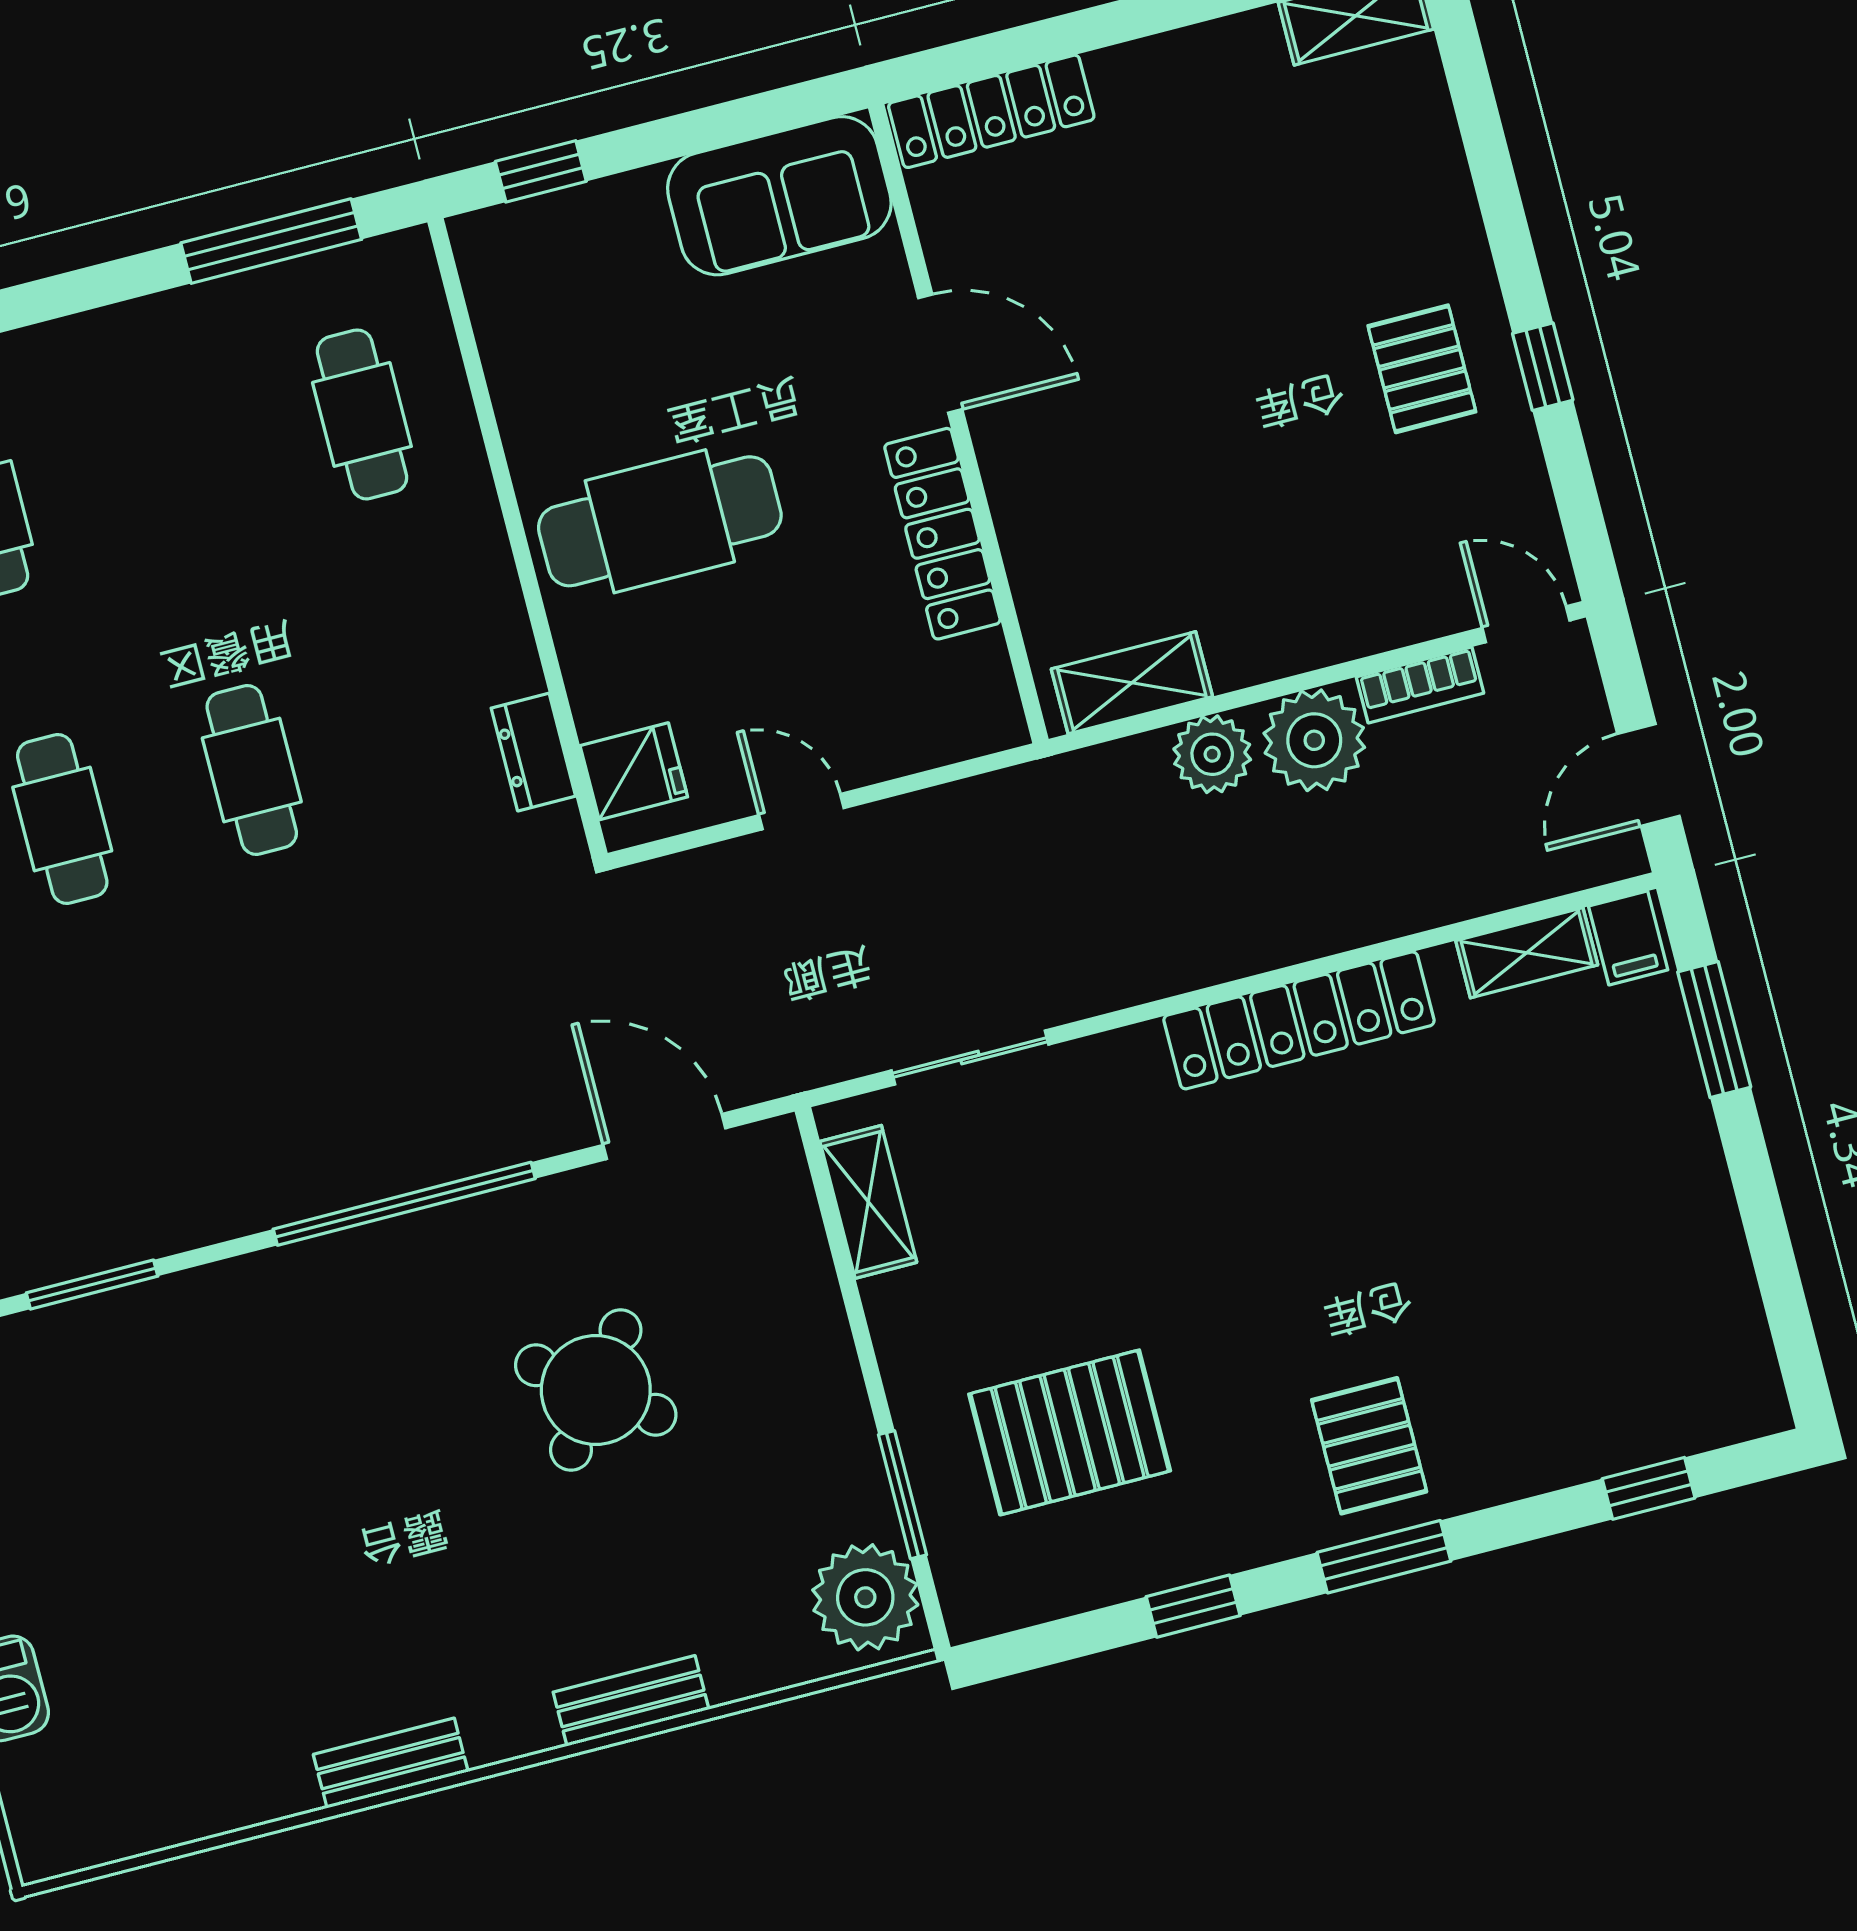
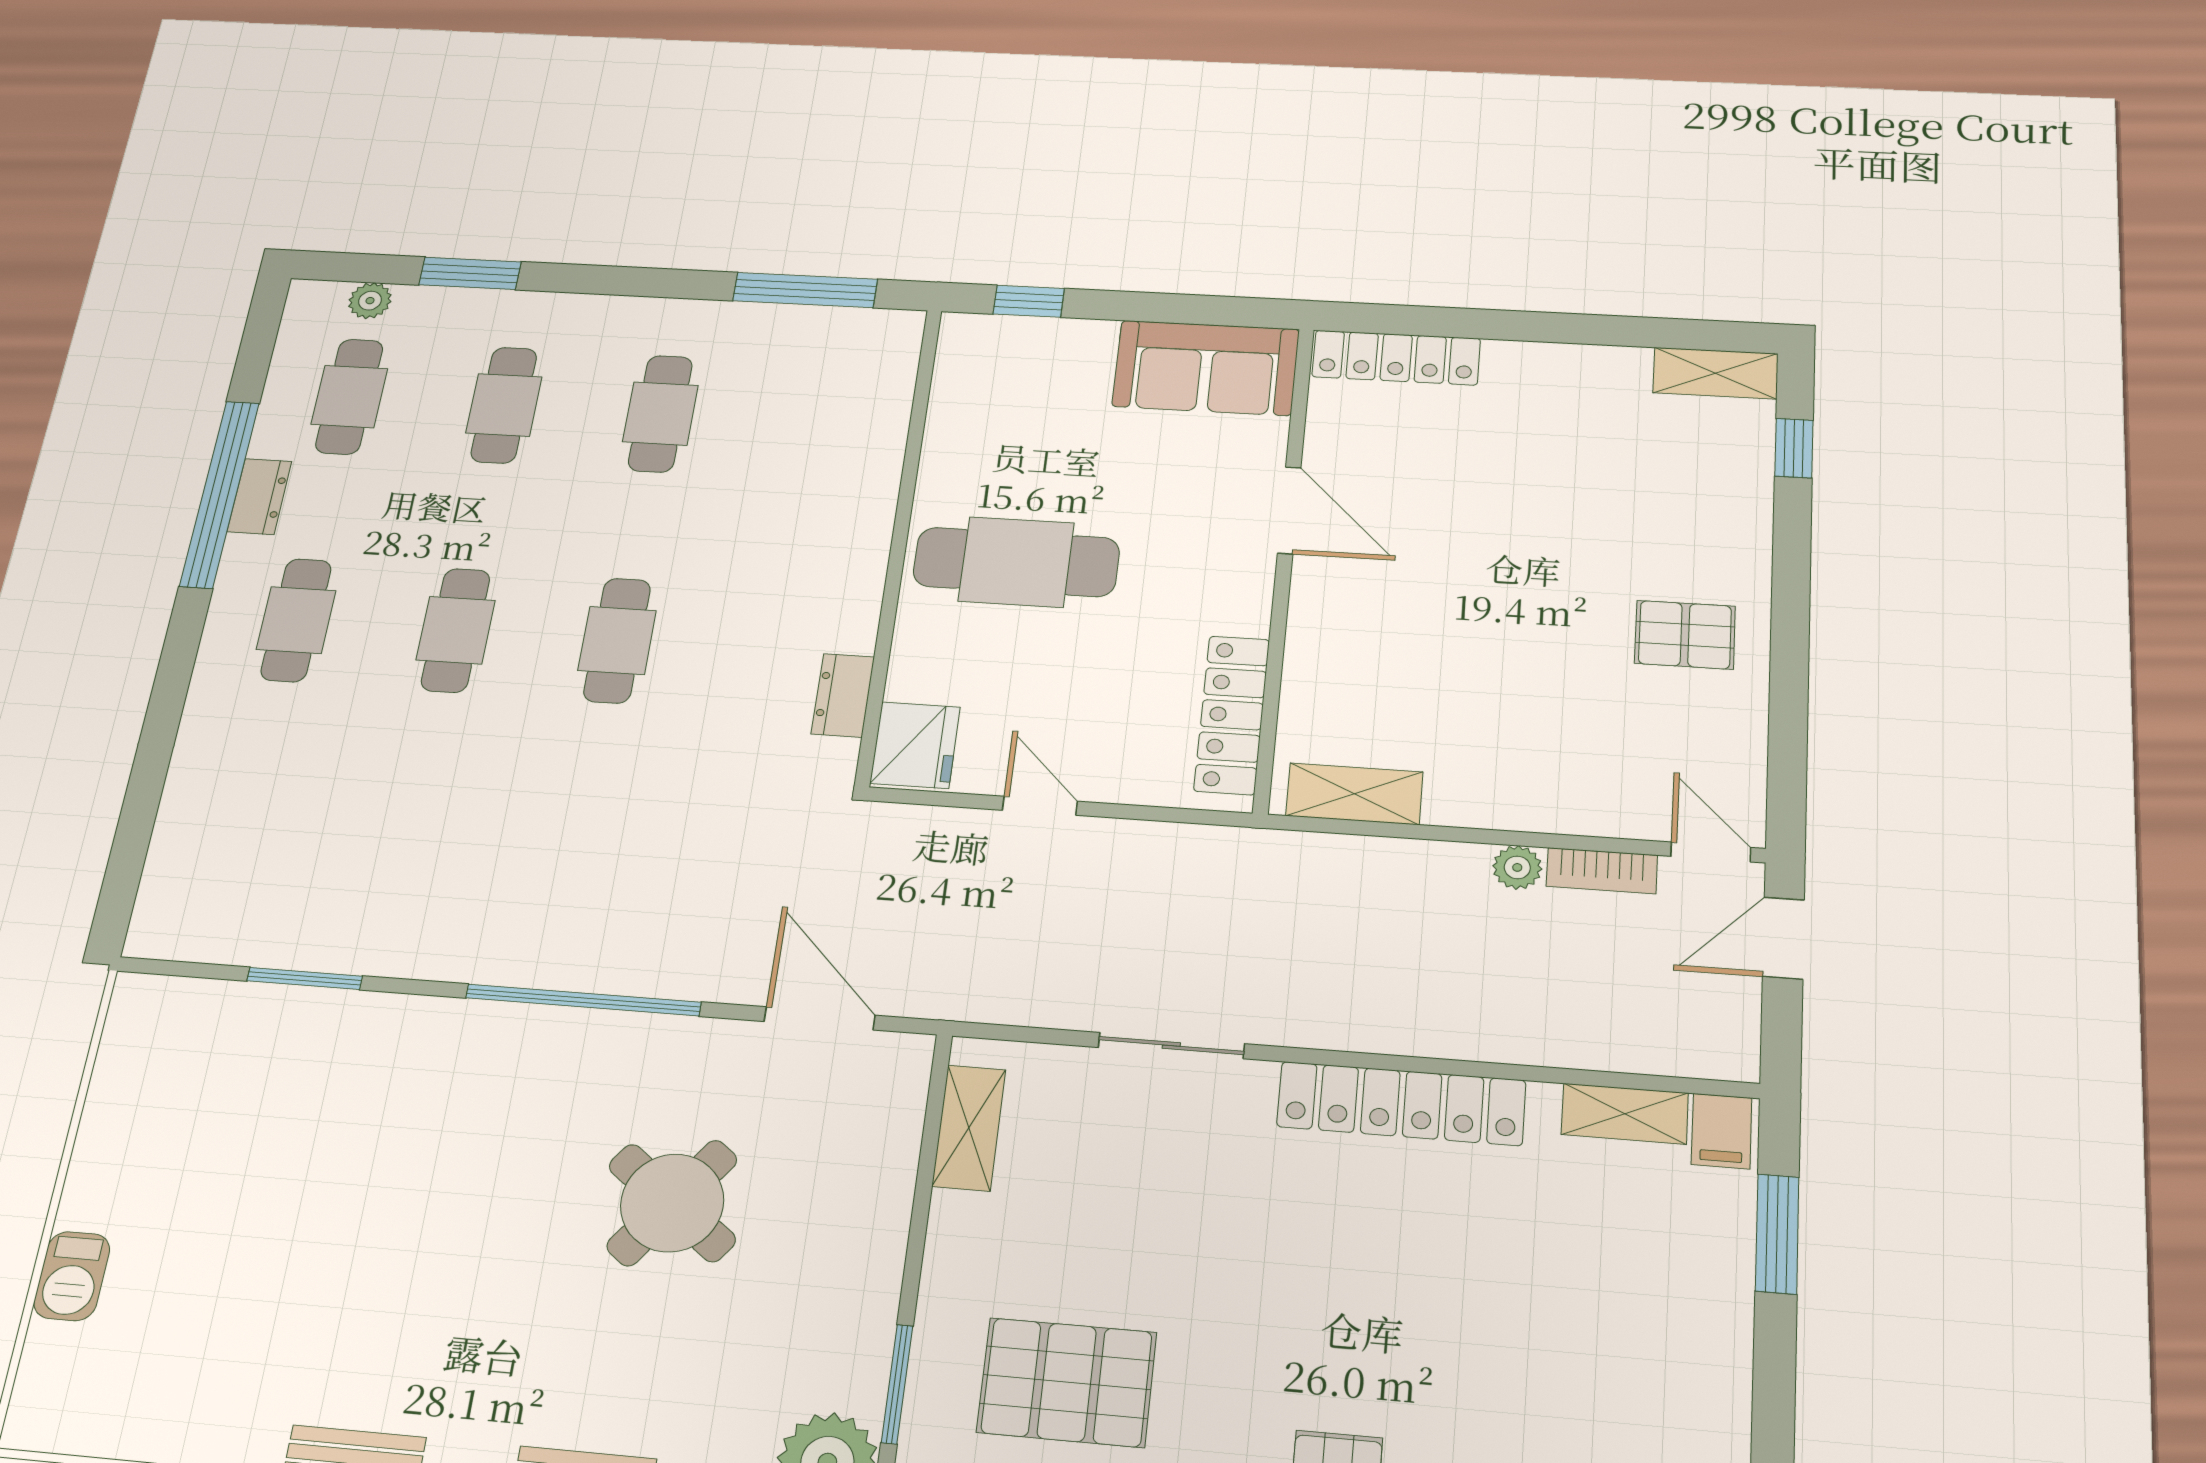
window: (1543, 367) -> (1794, 448), moved
pallet: (1422, 369) -> (1685, 635), turned 90
cafe table: (362, 414) -> (660, 414), moved
locker: (942, 534) -> (1232, 715), moved
plant: (1314, 740) -> (1517, 867), width x0.53, depth x0.53
plant: (1212, 754) -> (1402, 869), removed
fridge: (634, 771) -> (915, 745), width x1.38
door: (1648, 775) -> (1783, 938), moved
sliding door: (970, 1057) -> (1171, 1046), moved

